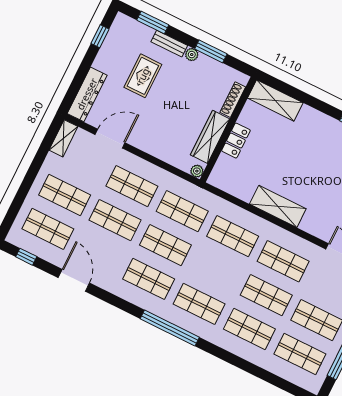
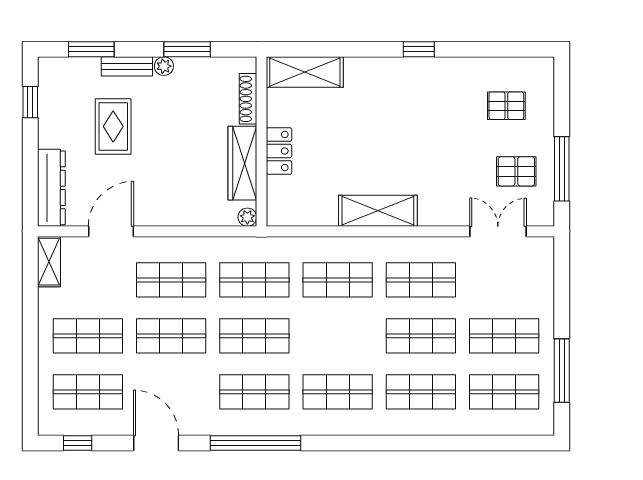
window: (170, 328) -> (255, 443), moved

